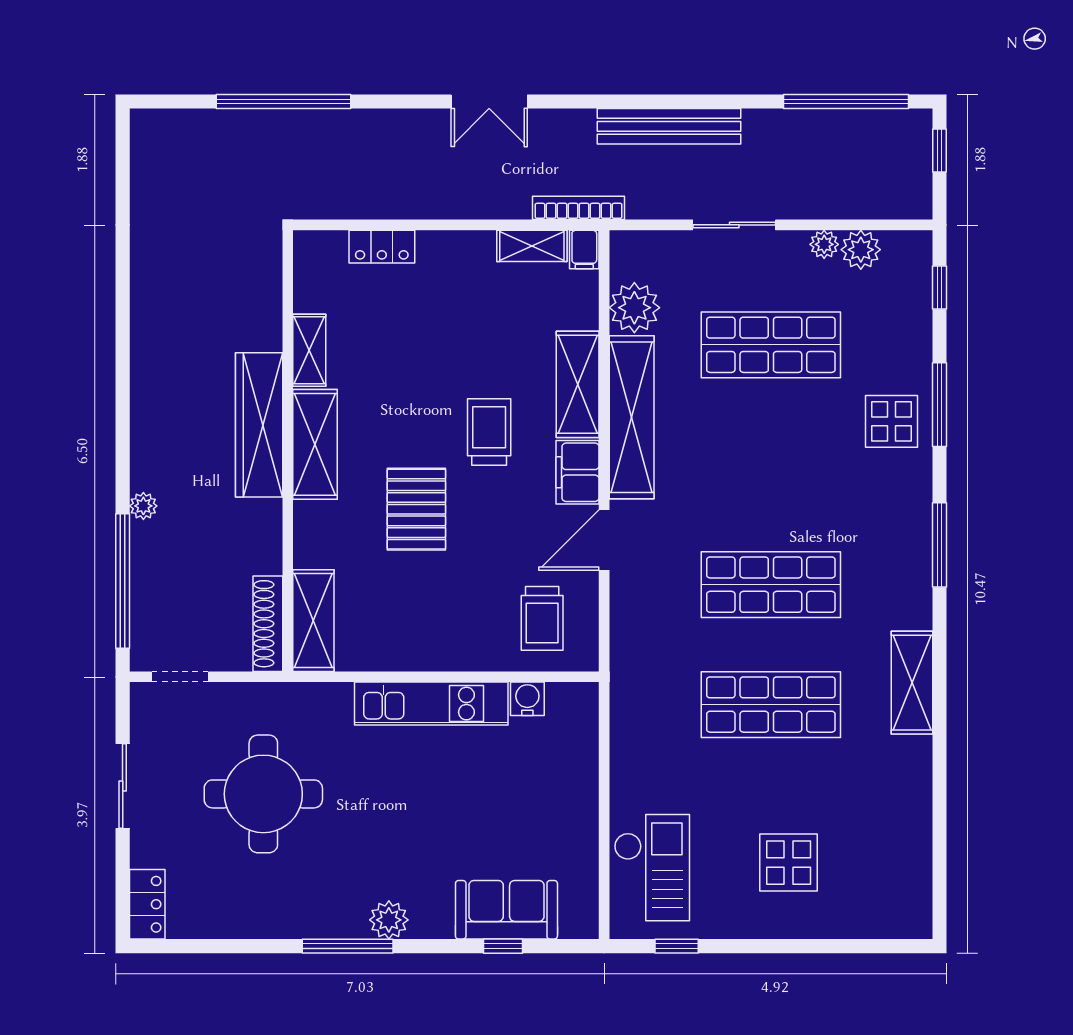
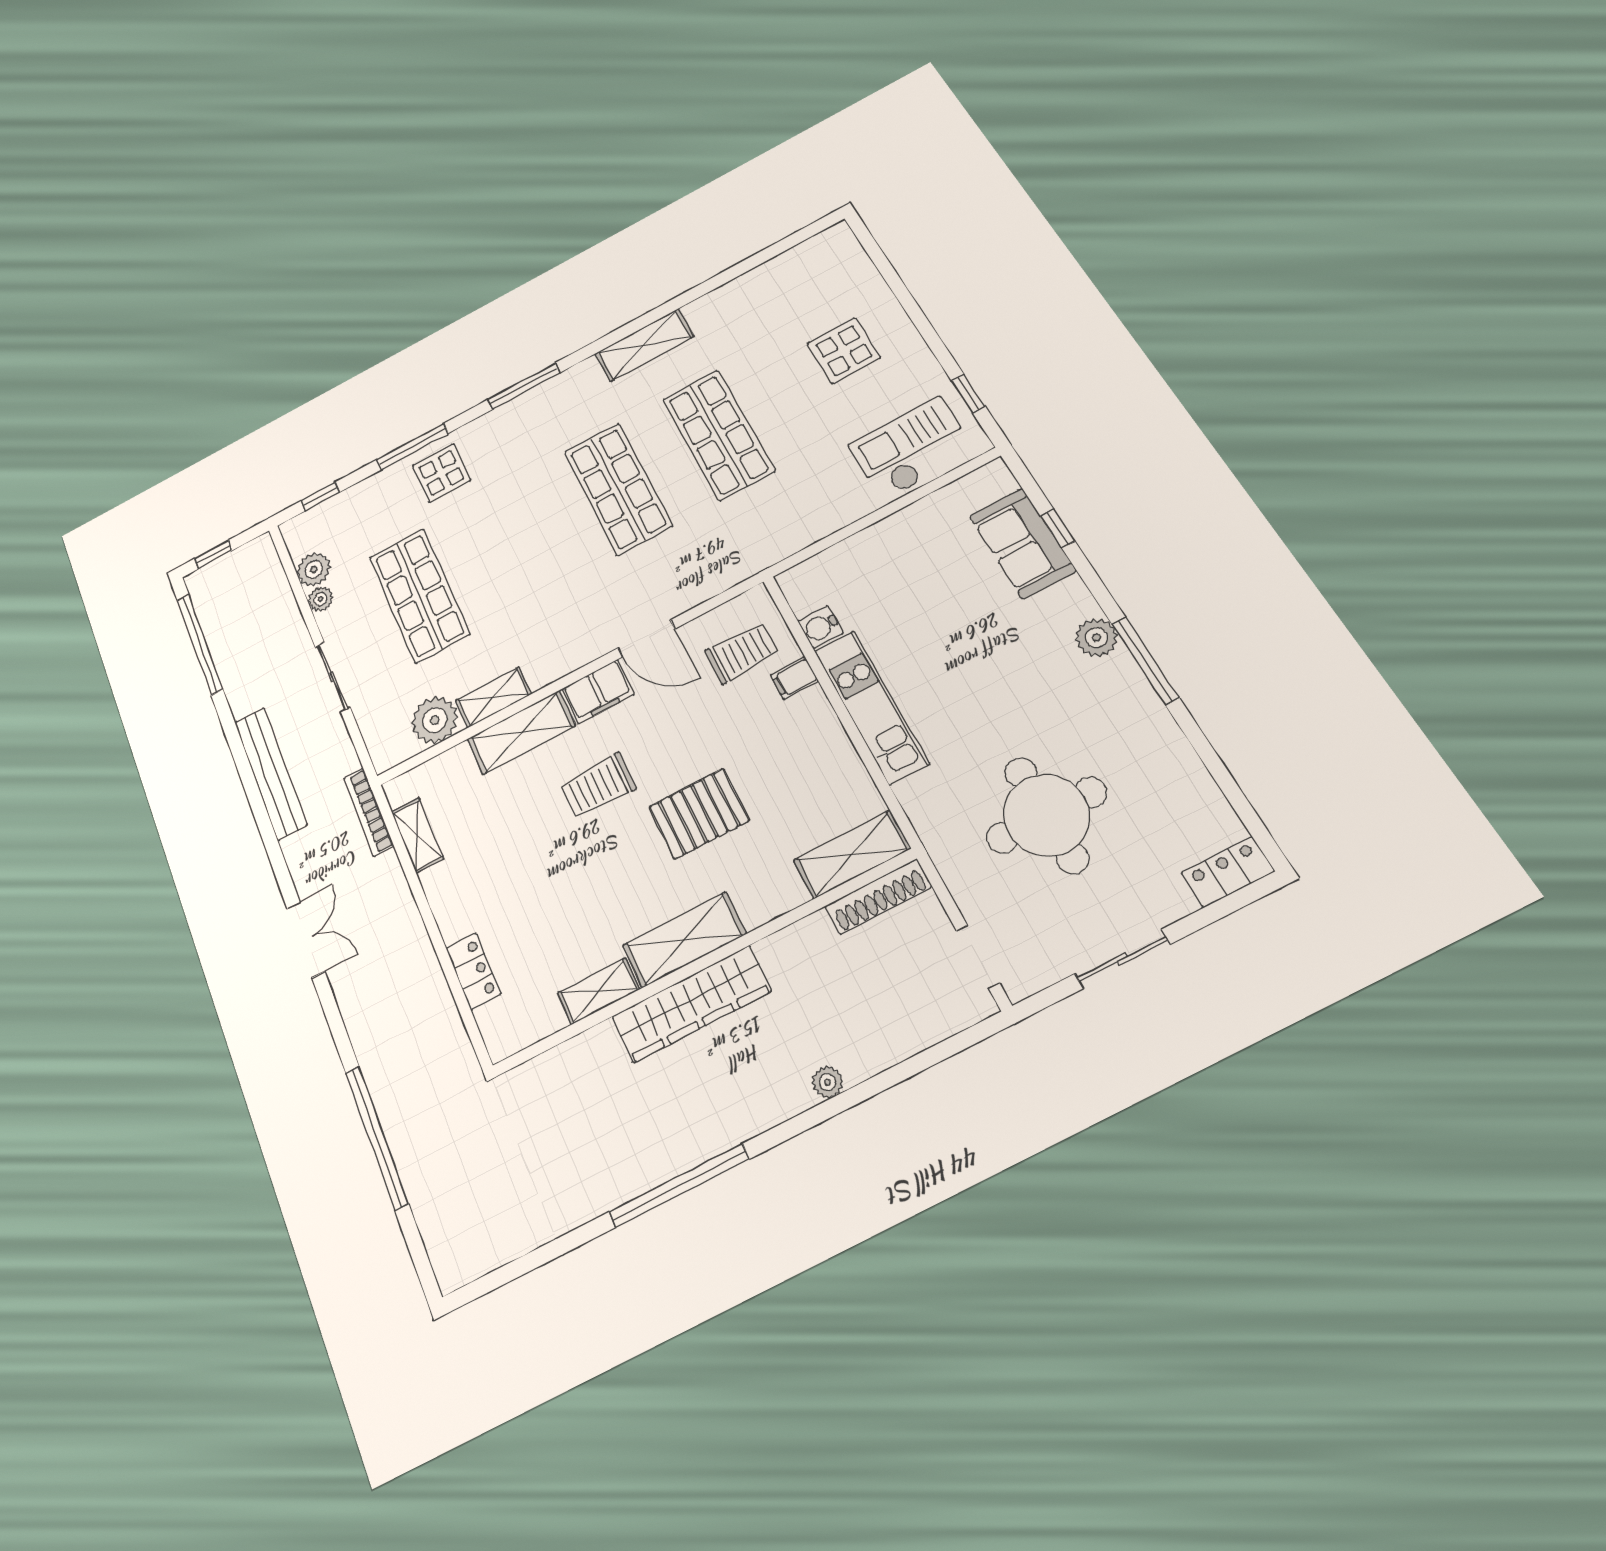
filing cabinet: (584, 250) -> (794, 678), moved, turned 180
shelving: (632, 417) -> (493, 697), width x0.45, depth x0.75
window: (123, 581) -> (679, 1186), moved

